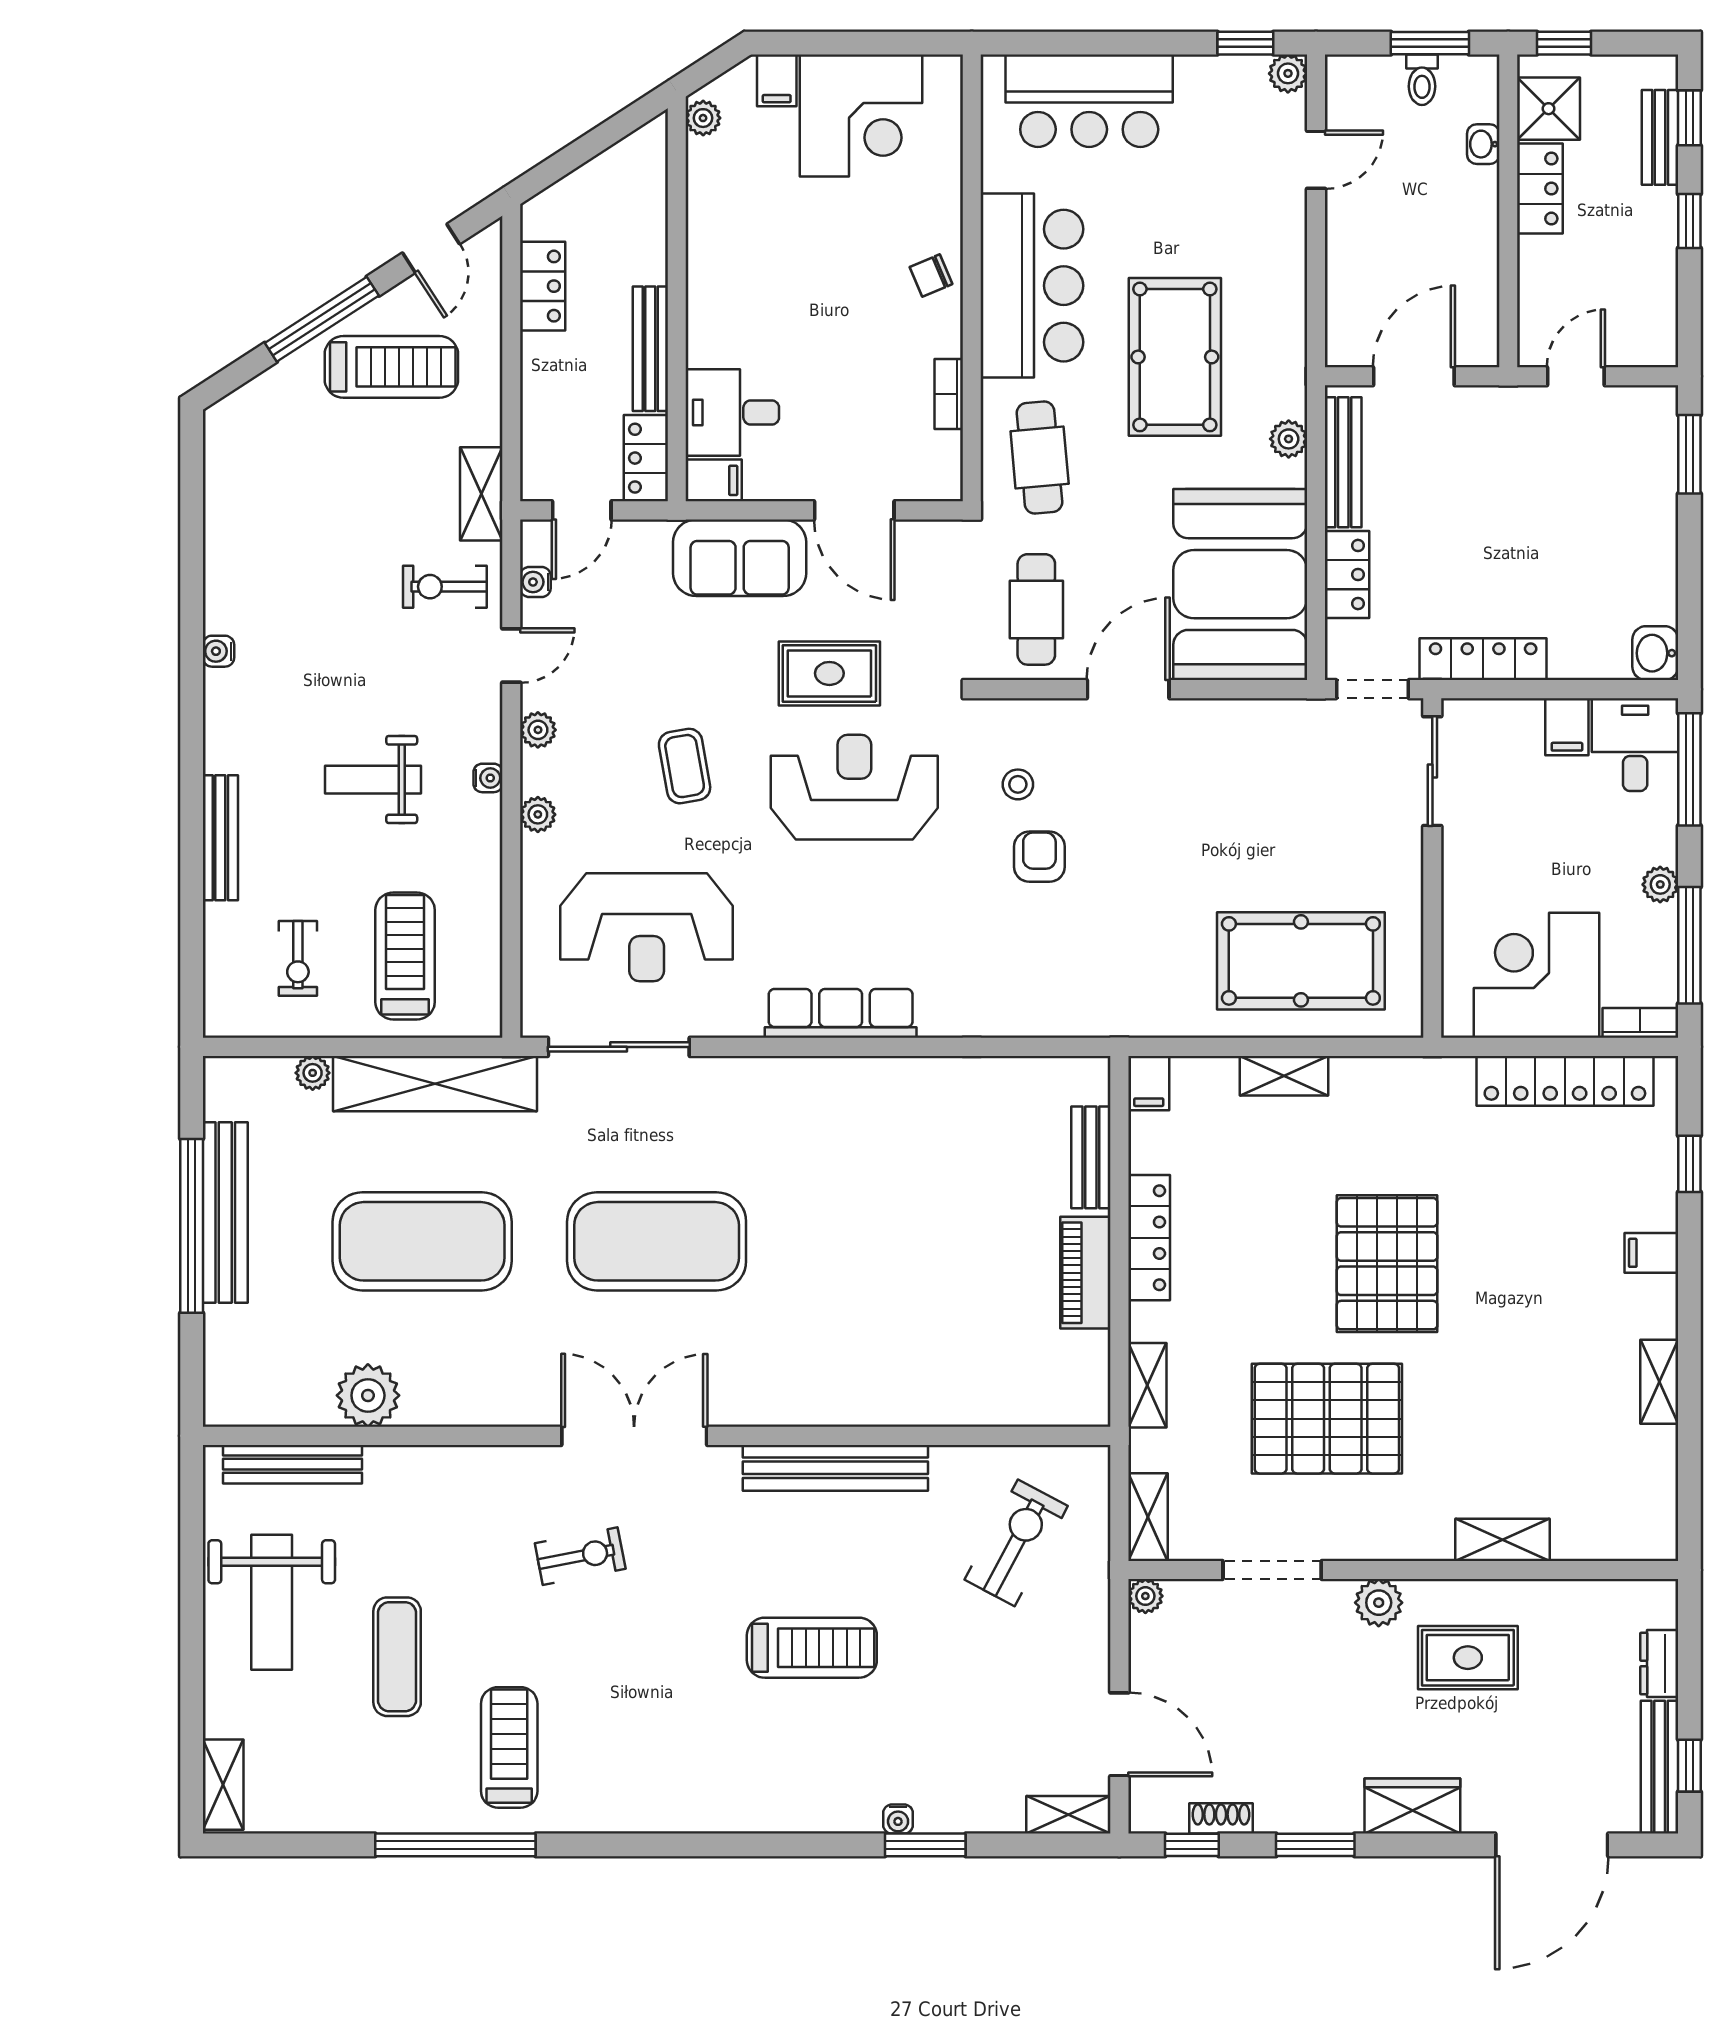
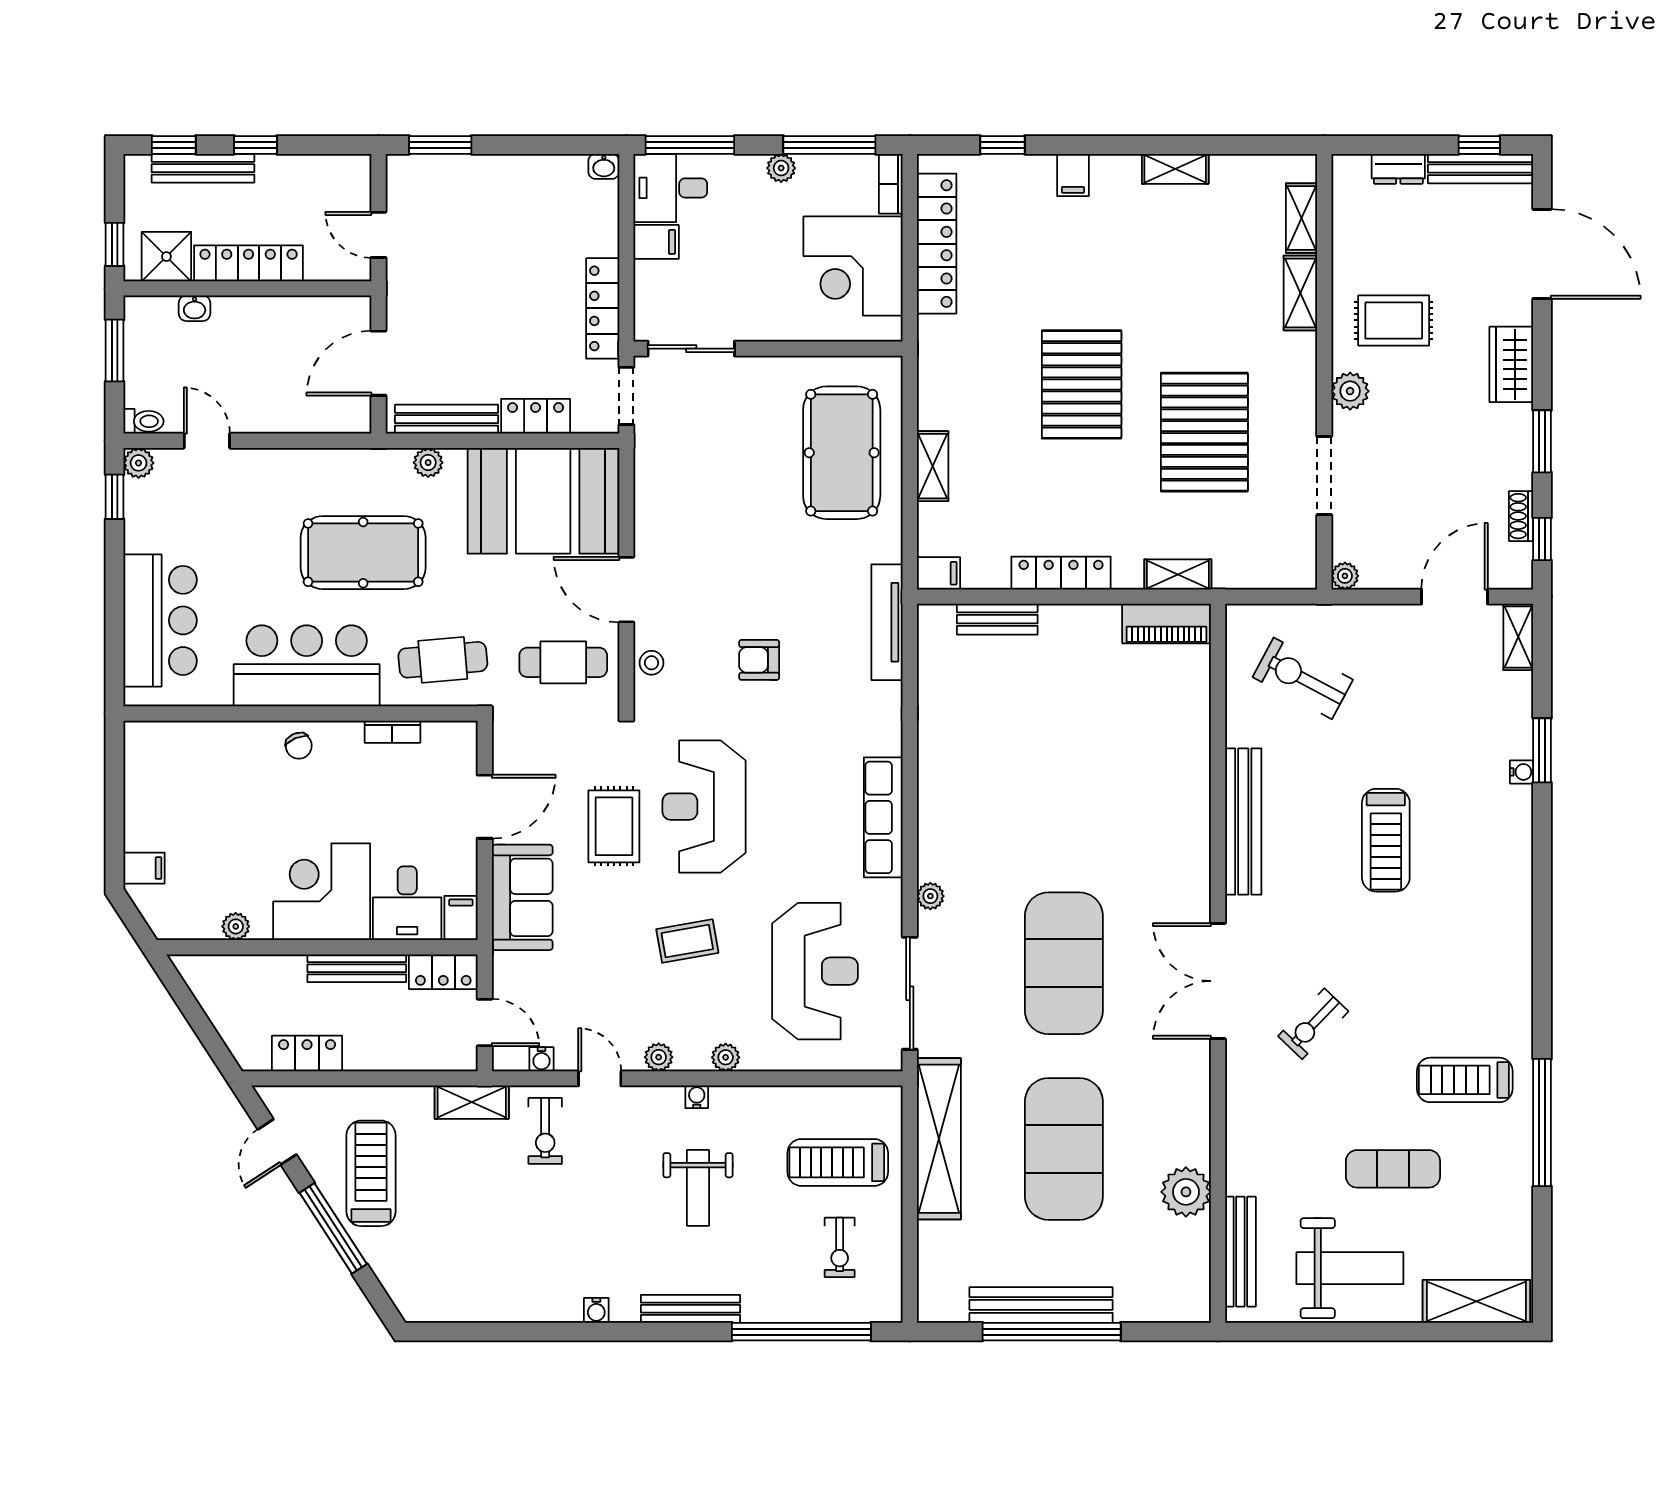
toilet: (1422, 80) -> (143, 421), moved
corner desk: (861, 115) -> (322, 892), moved, turned -90
plant: (703, 118) -> (236, 926), moved
bench: (1660, 137) -> (203, 168), width x1.36
locker: (1540, 189) -> (249, 263), width x1.53
door: (431, 248) -> (277, 1142), swing flipped
door: (1414, 376) -> (378, 363), hinge flipped
washbasin: (1655, 653) -> (604, 166), width x0.72, depth x0.69
stool: (1018, 784) -> (652, 663), moved
bench: (220, 838) -> (690, 1309), moved
window: (192, 910) -> (801, 1332), added
exercise bike: (298, 958) -> (840, 1247), turned 90
tv unit: (1087, 1018) -> (887, 622), added
plant: (313, 1073) -> (930, 896), moved
pallet: (1387, 1264) -> (1082, 384), turned 90
piano: (1085, 1273) -> (1167, 624), moved
shelving: (1148, 1517) -> (1301, 218), moved, turned 90
exercise bike: (580, 1556) -> (1313, 1024), turned -125
treadmill: (812, 1648) -> (1386, 840), turned 180
rug: (1468, 1658) -> (1394, 320), turned 90
shelving: (223, 1785) -> (1476, 1301), width x1.50, depth x1.33

